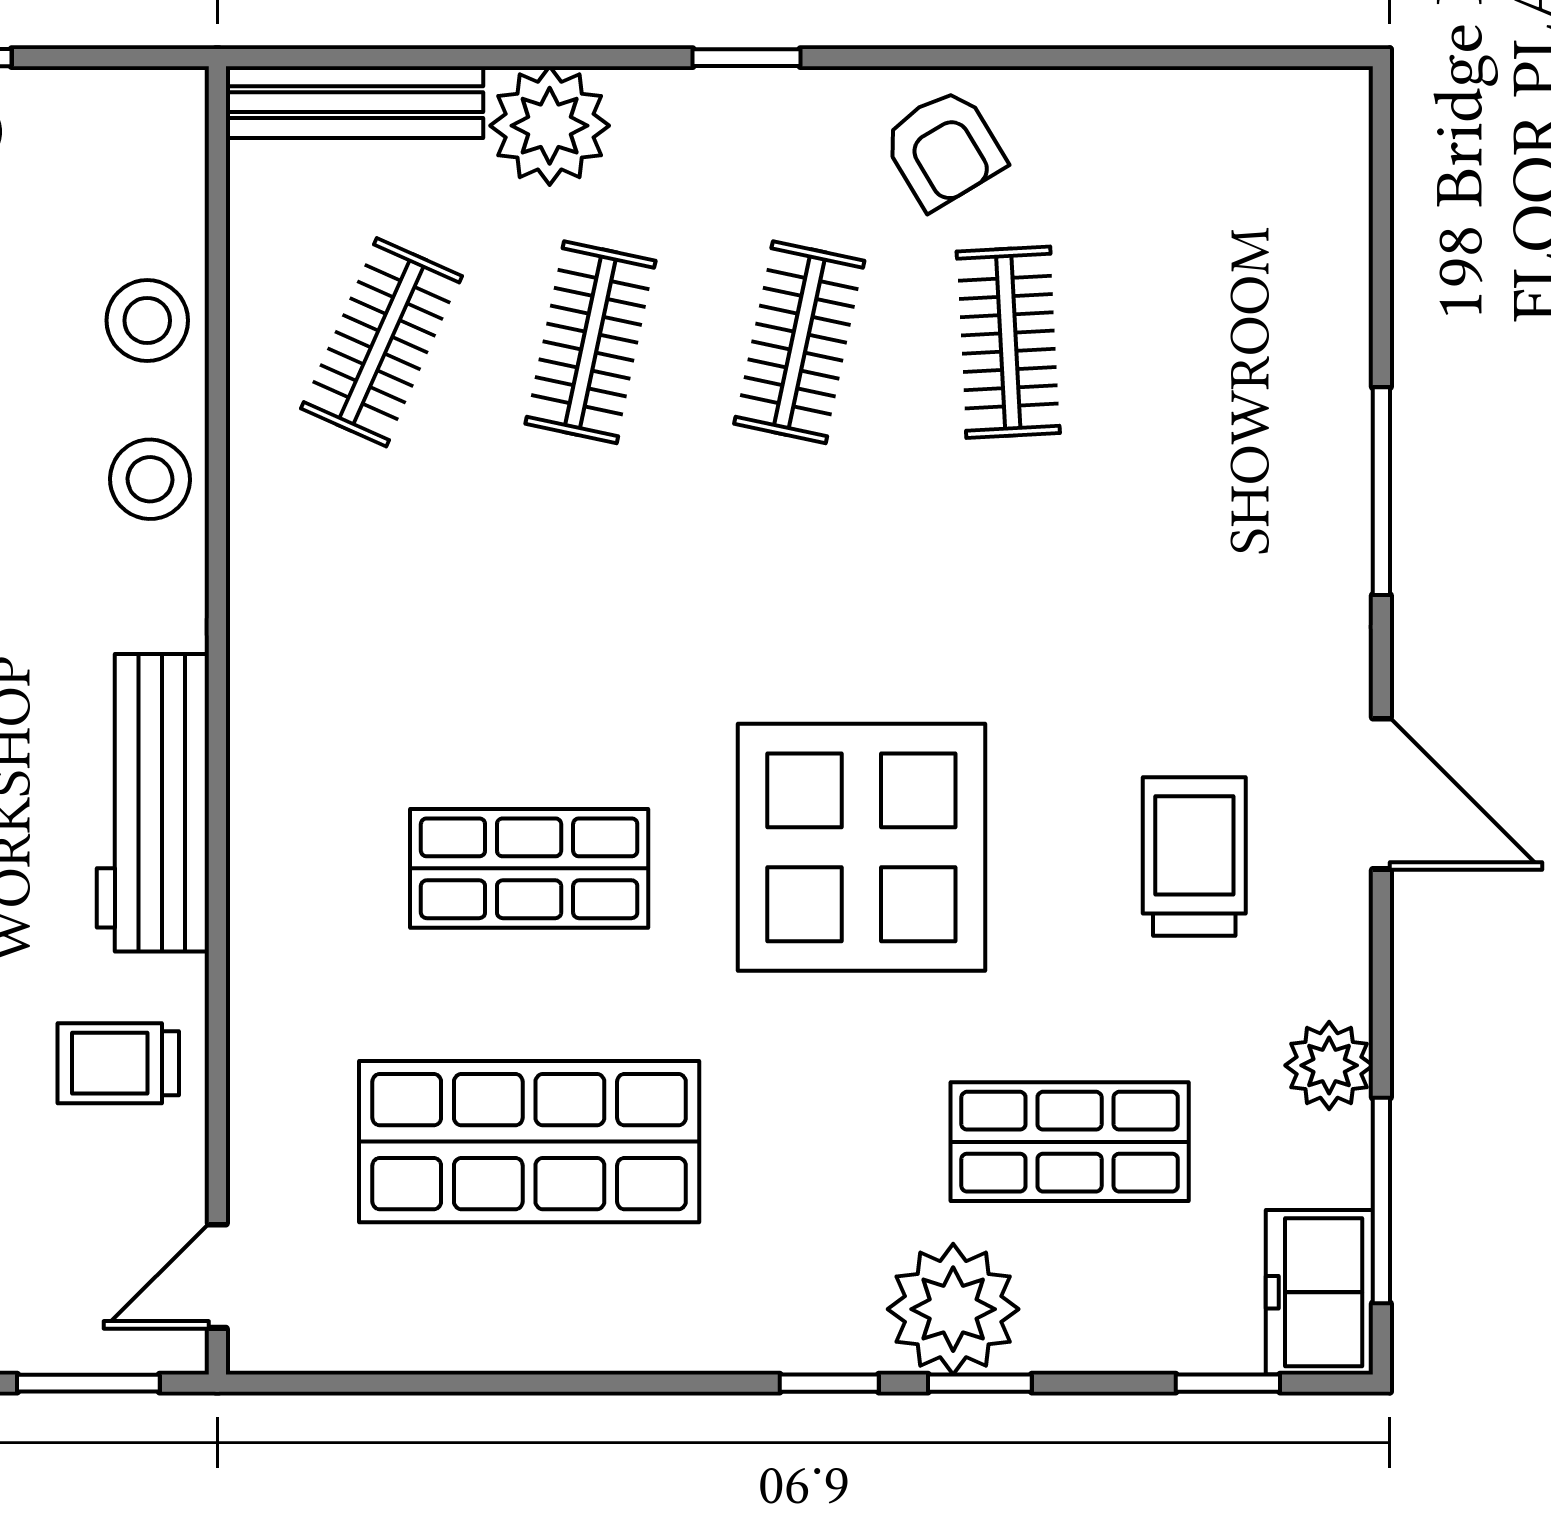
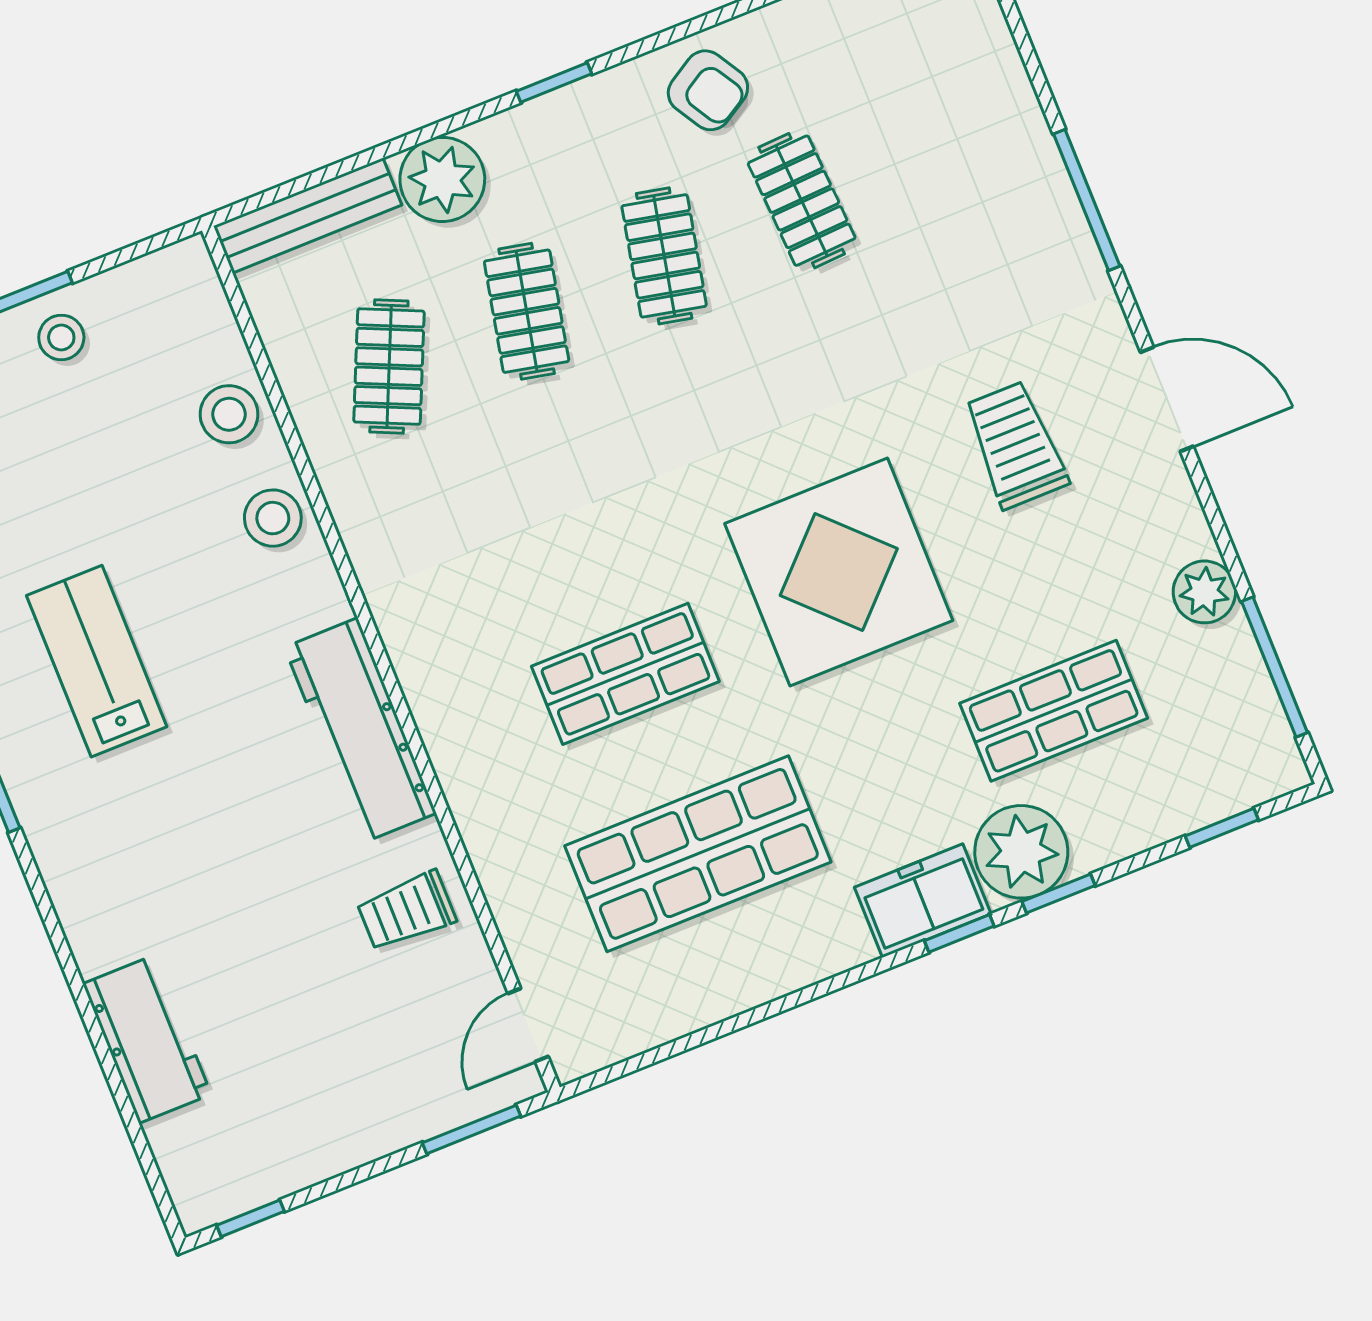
trolley: (1194, 857) -> (1016, 445), moved
freezer: (1319, 1292) -> (923, 901), moved, turned 90

